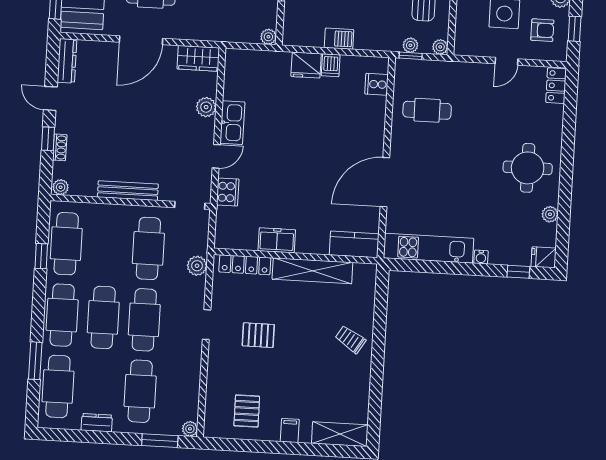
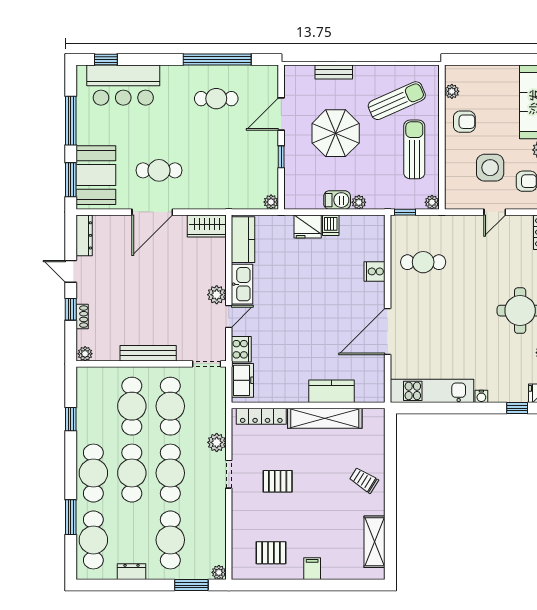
plant: (410, 45) -> (359, 202), moved
kitchen counter: (236, 75) -> (243, 240), added
cooker: (377, 84) -> (375, 271), moved
plant: (206, 107) -> (217, 295), moved
freezer: (277, 240) -> (242, 380), moved, turned 90
cafe table: (66, 244) -> (132, 406), moved
kitchen counter: (354, 244) -> (332, 391), moved
plant: (197, 266) -> (217, 442), moved
pallet: (247, 411) -> (271, 553), turned 90
shelving: (340, 434) -> (375, 542), moved, turned 90

